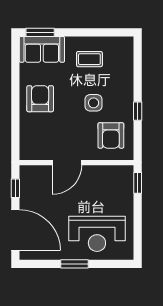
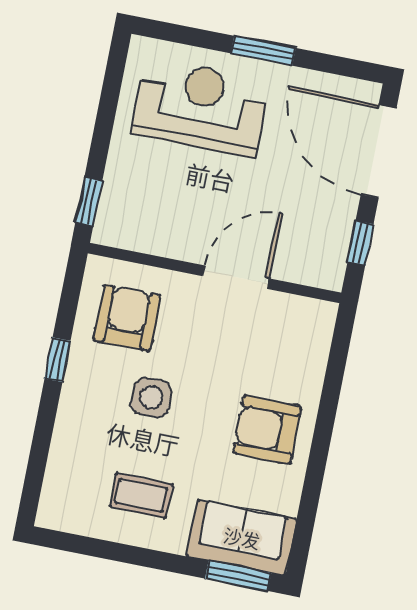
armchair: (40, 99) -> (267, 430), turned 90

